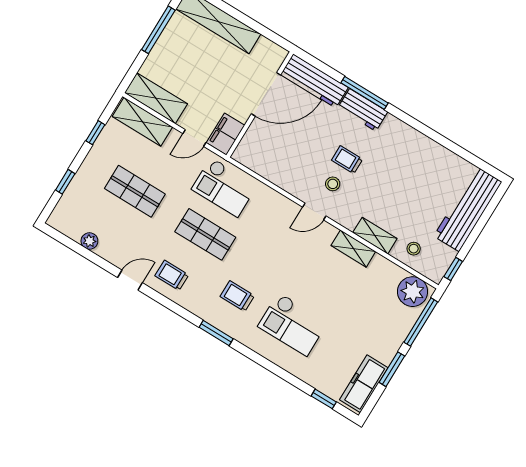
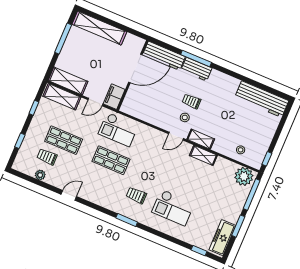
workbench: (468, 209) -> (262, 99), moved, turned -90
shelving: (375, 236) -> (201, 139), moved
trolley: (172, 275) -> (47, 157), moved

